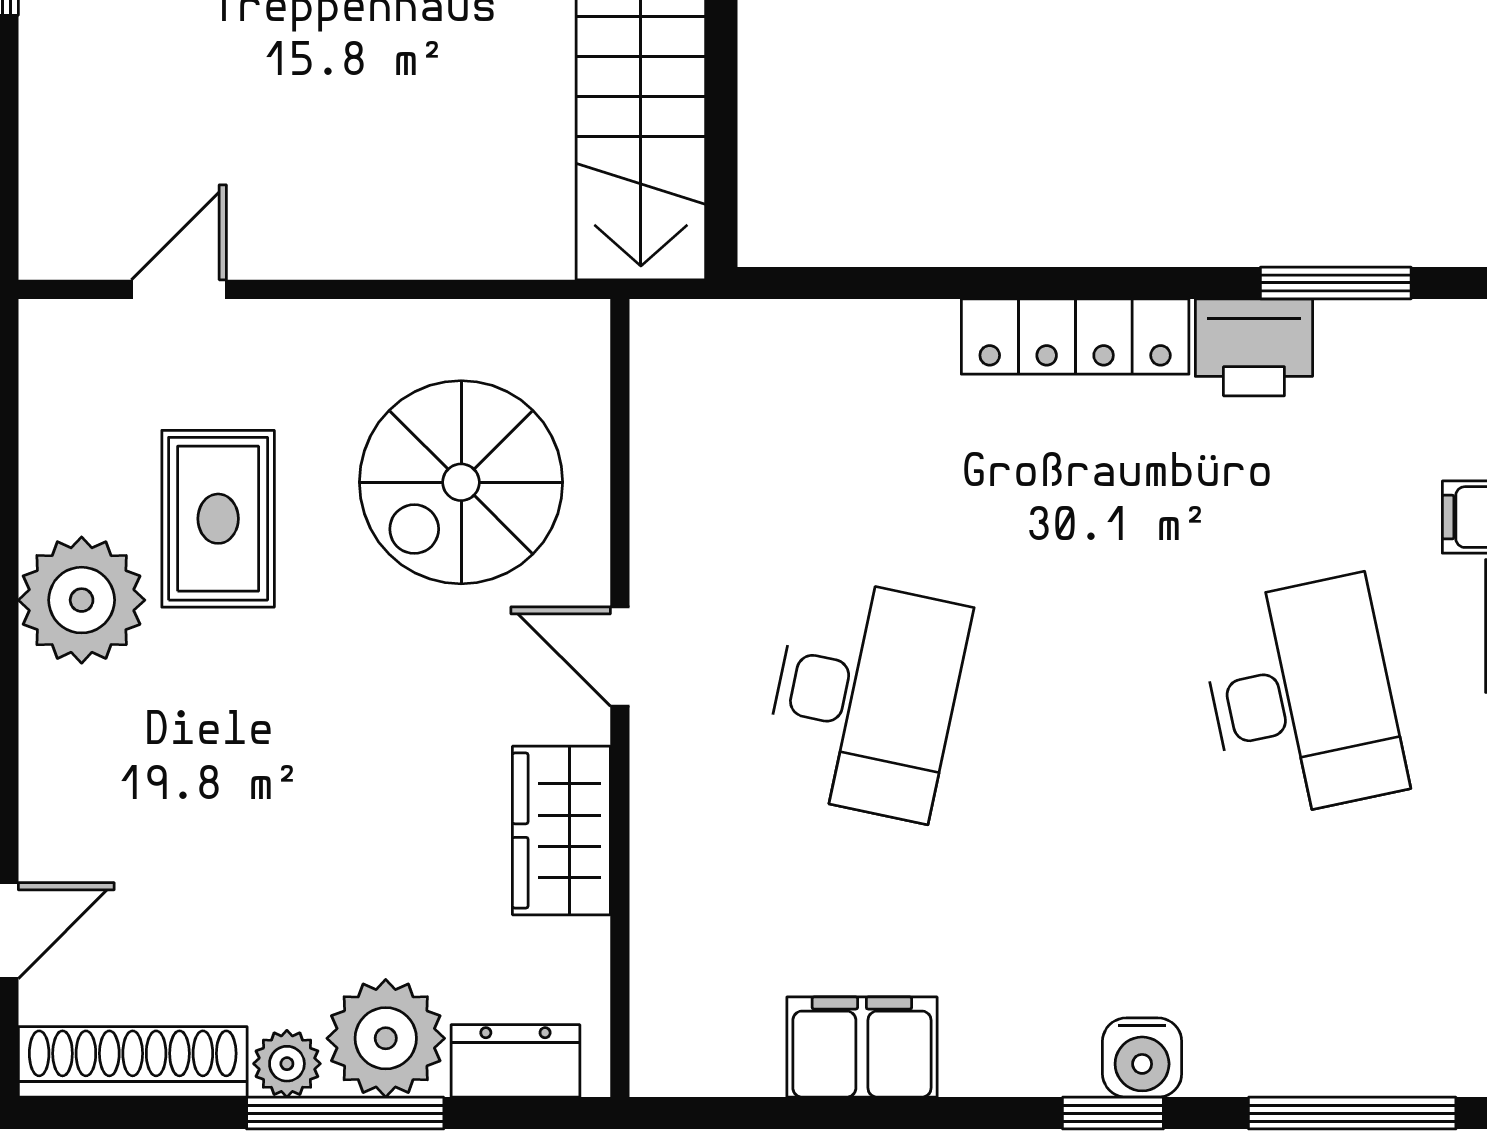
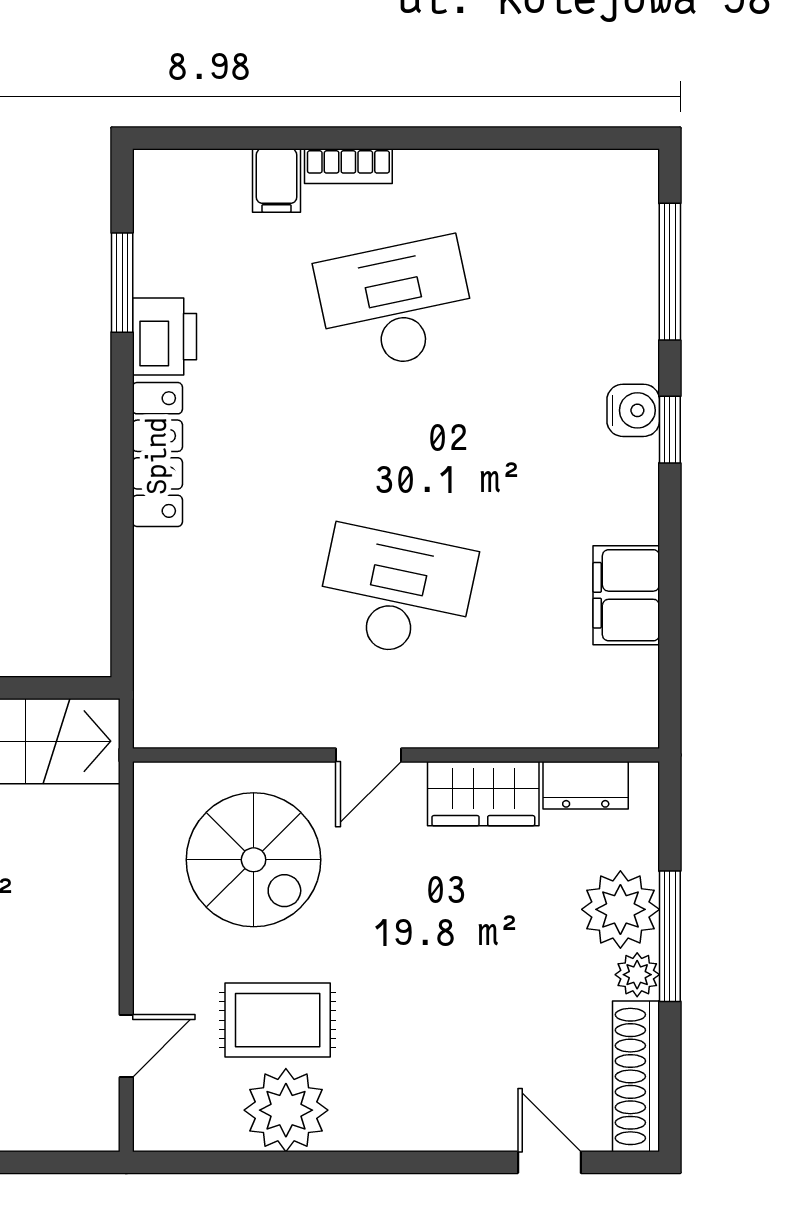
door: (179, 289) -> (126, 1046), swing flipped
plant: (82, 600) -> (286, 1110), moved
dresser: (515, 1061) -> (586, 785), moved, turned -90

